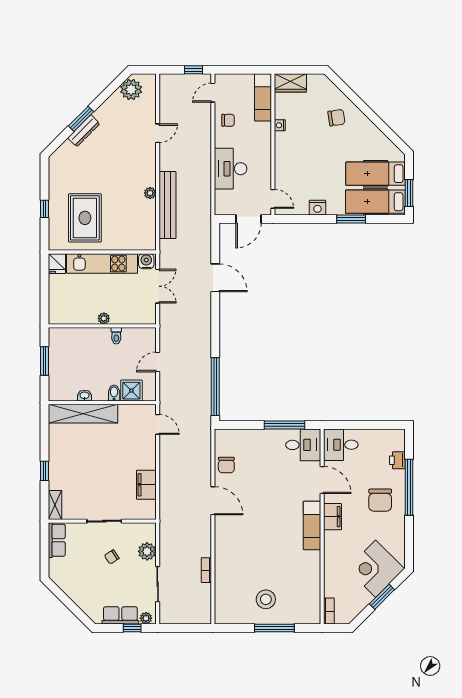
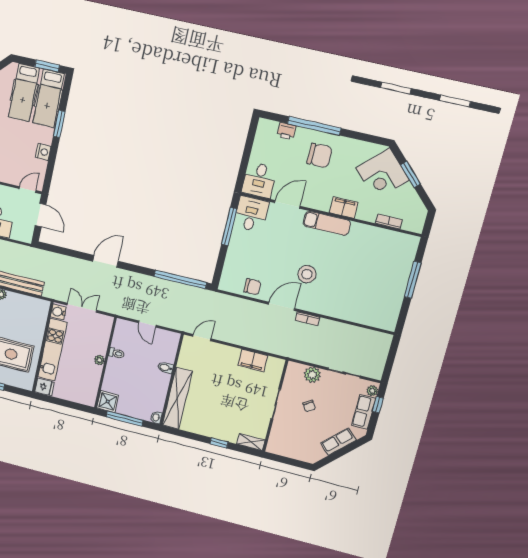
door: (215, 278) -> (105, 261), moved
window: (45, 361) -> (125, 419), width x1.44
shower: (131, 391) -> (108, 402), moved
washbasin: (85, 396) -> (156, 417), moved
filing cabinet: (332, 517) -> (344, 208), moved
row of seats: (57, 540) -> (338, 442), moved, turned -45
bookcase: (206, 570) -> (308, 319), moved
stool: (266, 599) -> (307, 274), moved
bookcase: (329, 611) -> (389, 221), moved

